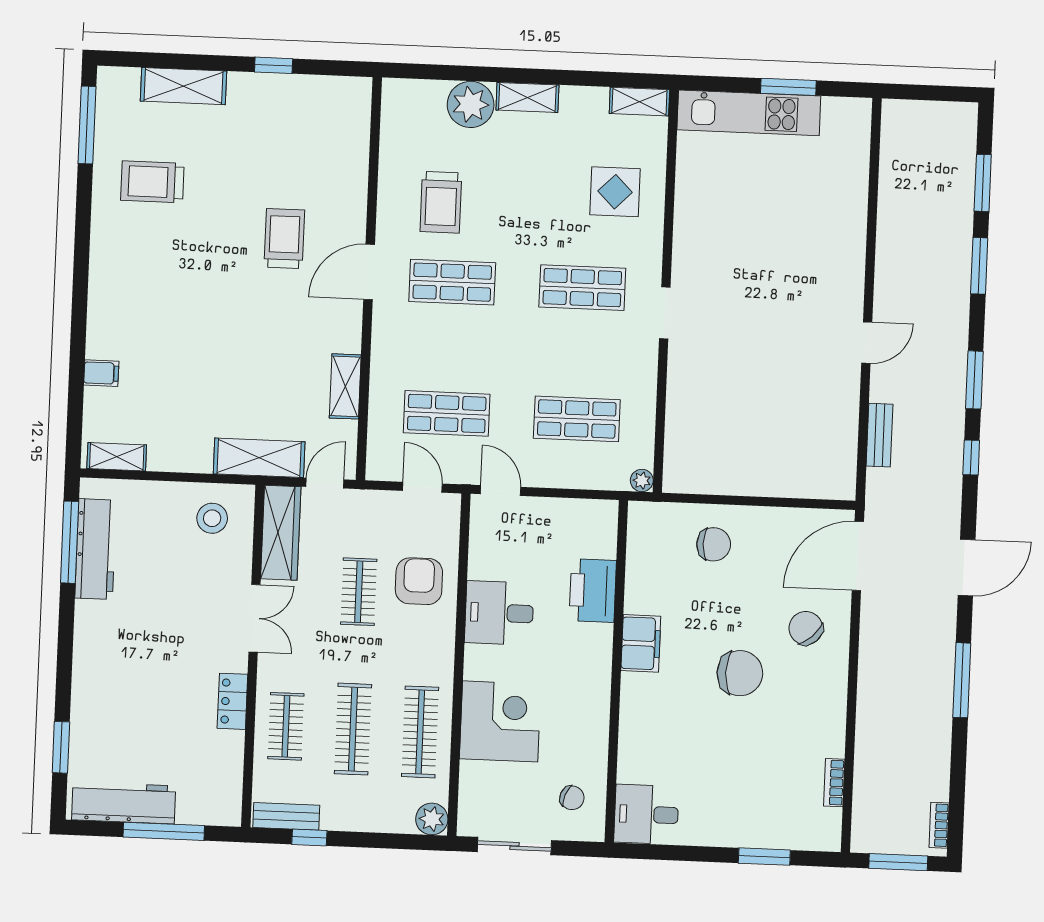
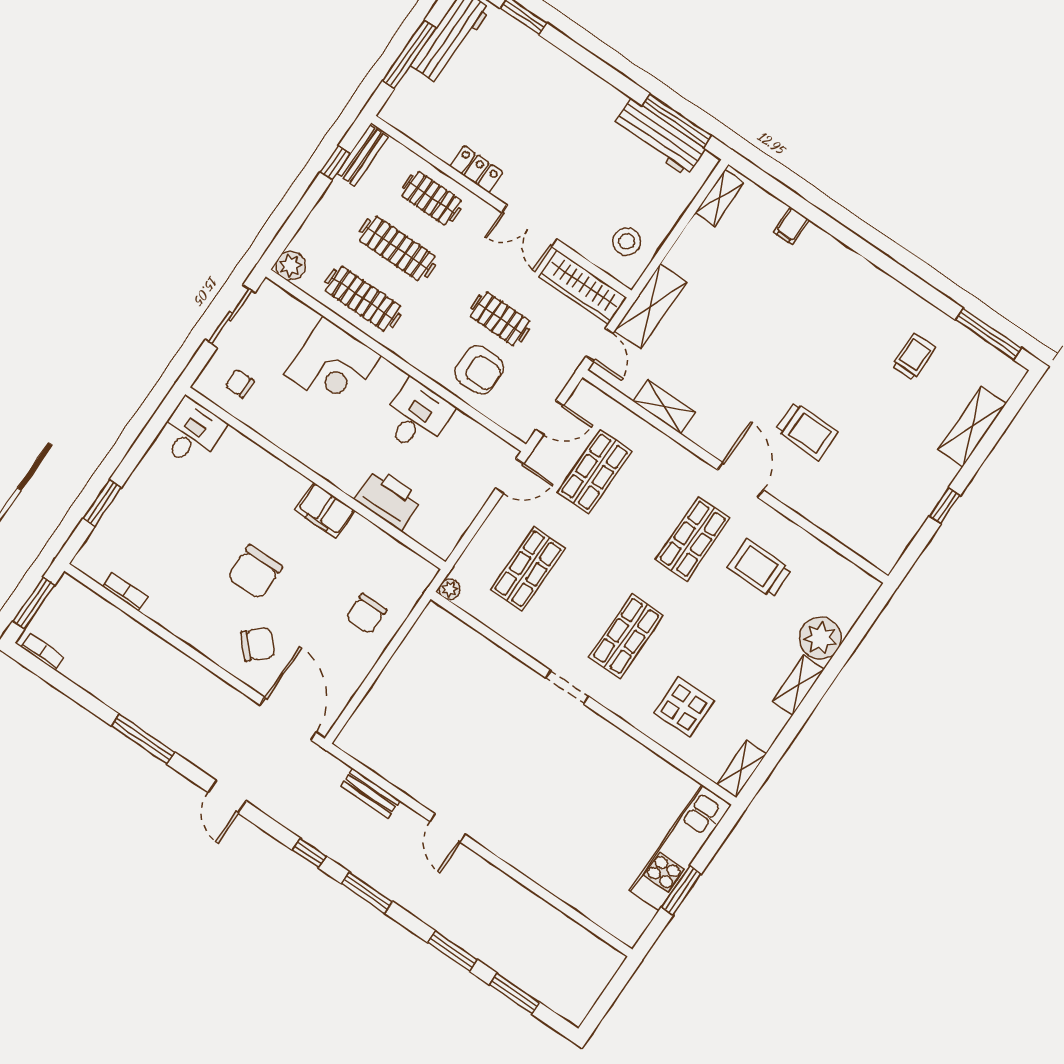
trolley: (152, 182) -> (914, 357), width x0.73, depth x0.72
door: (967, 568) -> (227, 797), width x0.73
chair: (572, 798) -> (240, 383), turned 69

